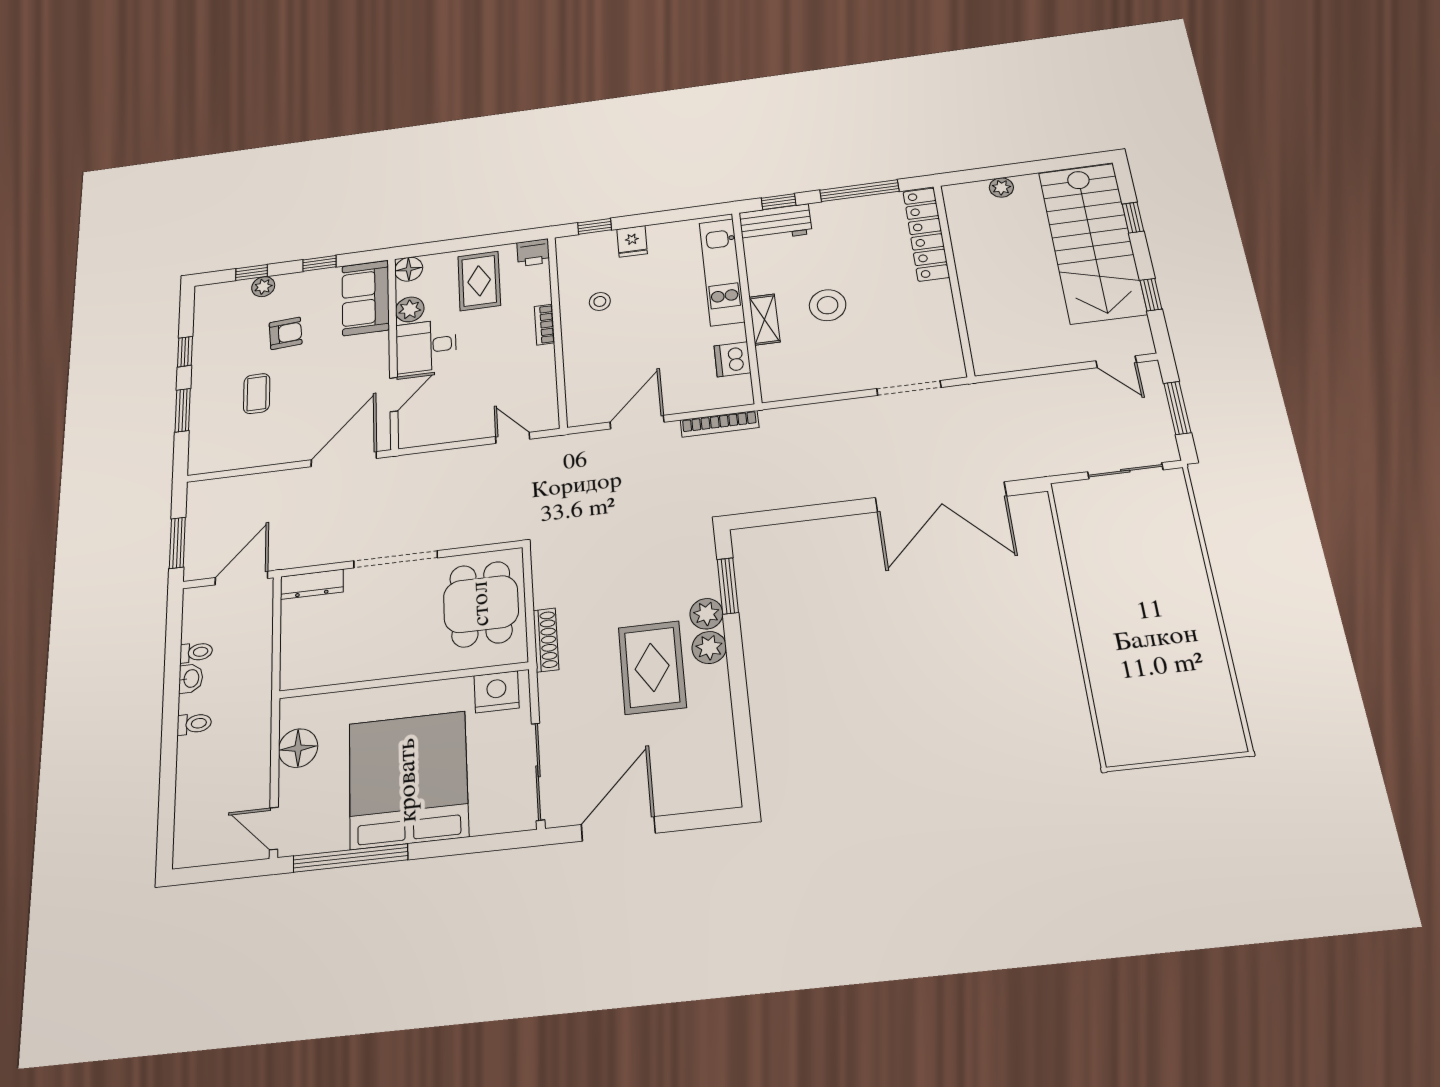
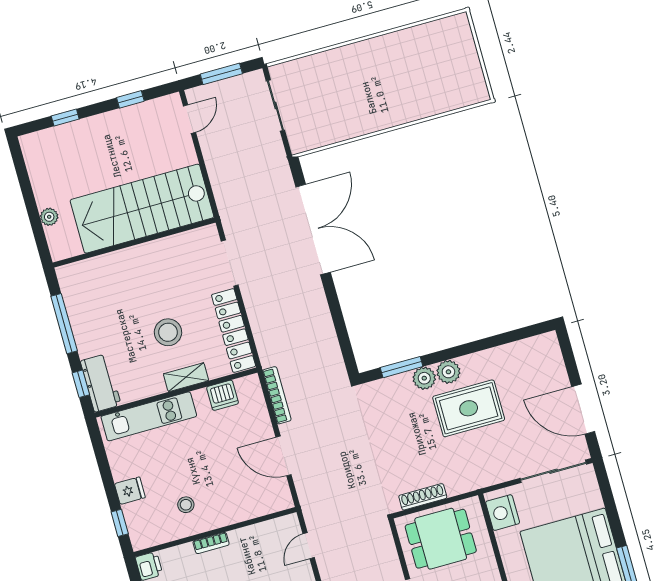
locker: (926, 234) -> (234, 330), moved, turned 90
stairs: (1092, 242) -> (142, 209), moved, turned 180
shoe rack: (546, 640) -> (423, 497), moved

